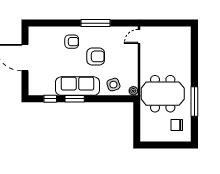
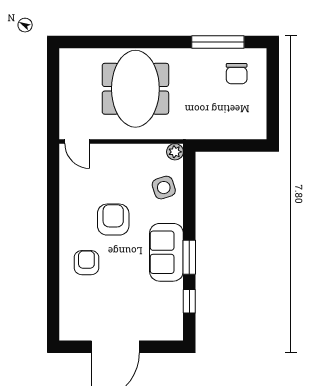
window: (96, 23) -> (53, 220), removed
sofa: (77, 86) -> (166, 252), width x0.73
meeting table: (163, 94) -> (135, 89), moved
window: (194, 102) -> (218, 42), moved

